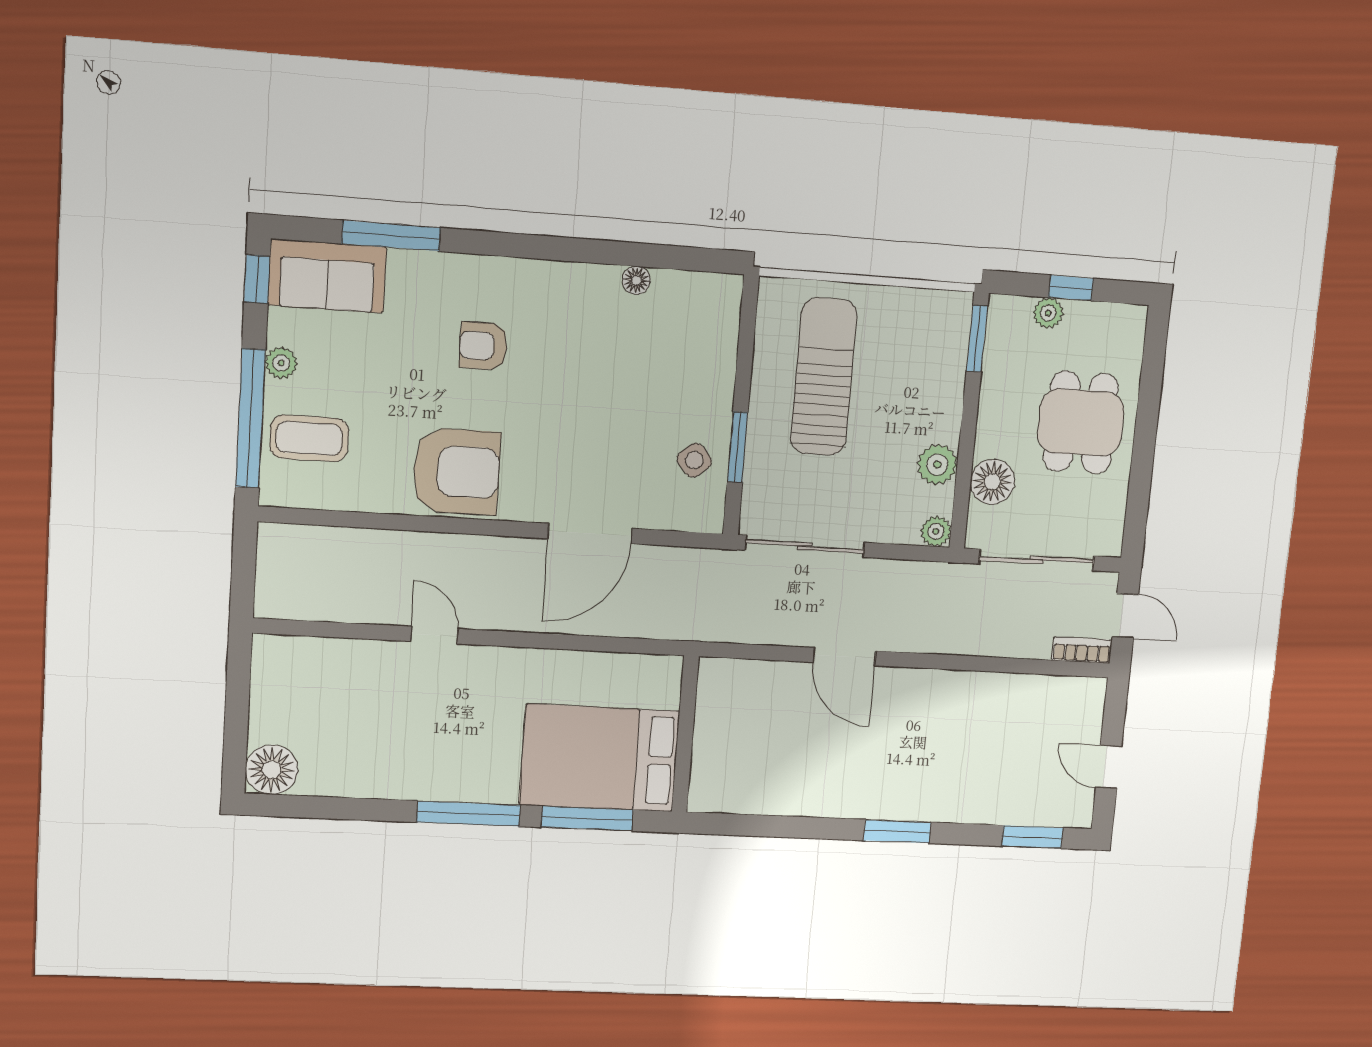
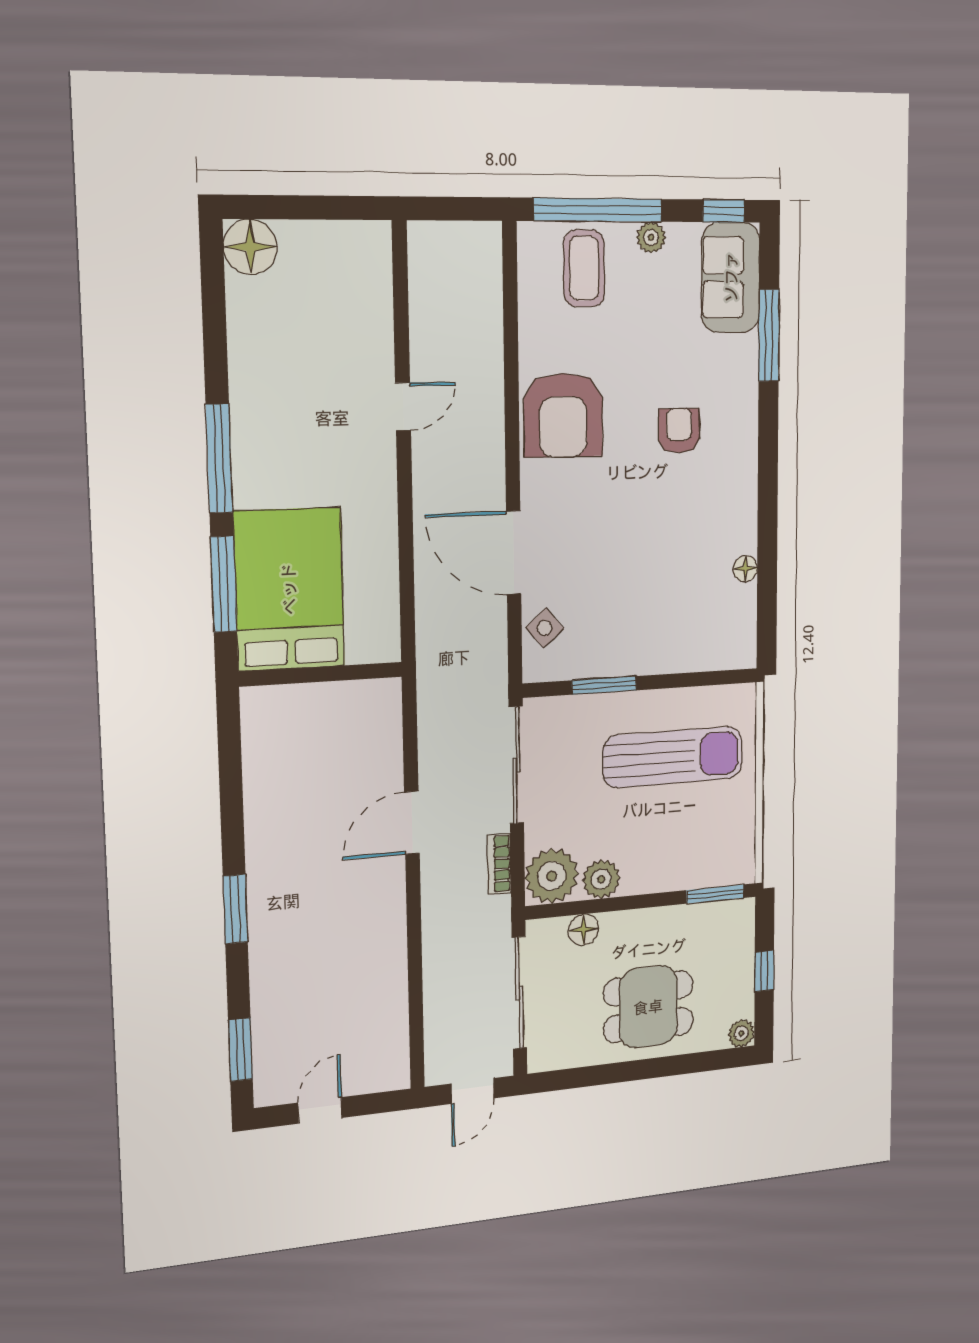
plant: (1048, 313) -> (741, 1033), moved
side table: (694, 460) -> (545, 628), moved
floor lamp: (992, 482) -> (583, 930), width x0.73, depth x0.73
plant: (936, 531) -> (552, 876), width x1.87, depth x1.87
bookcase: (1082, 650) -> (499, 864), moved, turned 180

